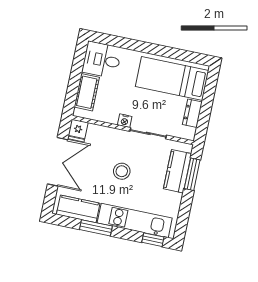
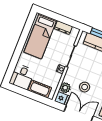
plant: (96, 133) -> (65, 88), added
stool: (122, 171) -> (85, 87), moved

